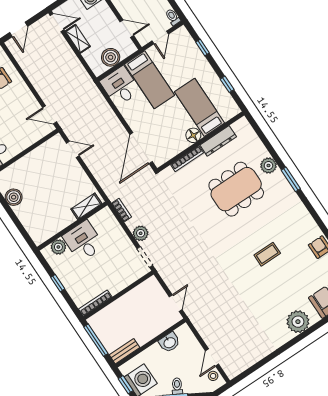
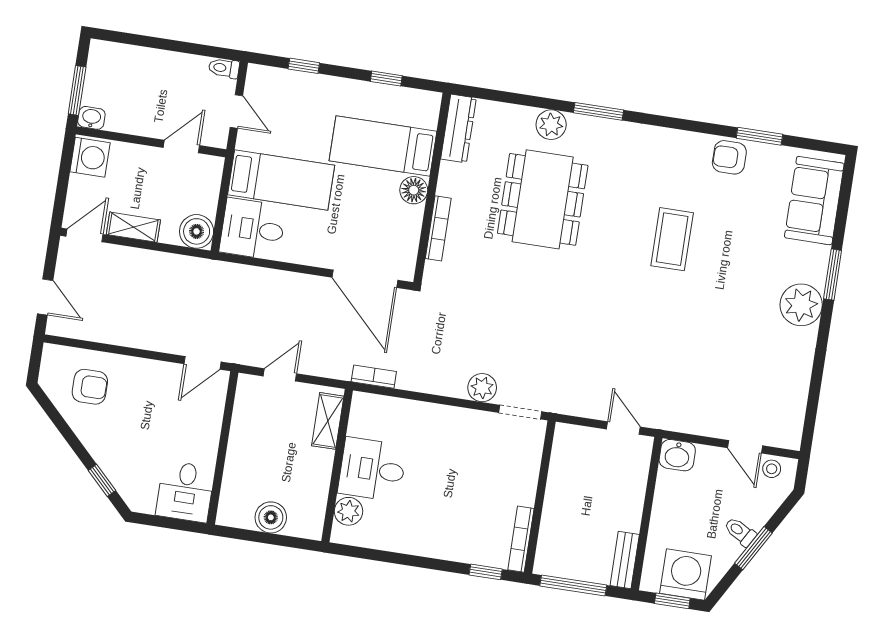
boiler: (111, 57) -> (197, 231), moved
dresser: (218, 141) -> (458, 129), moved
shelving: (86, 206) -> (328, 421), moved
bookcase: (122, 210) -> (374, 377), moved
wall: (72, 226) -> (337, 466), moved
desk: (83, 241) -> (372, 469), moved
plant: (58, 247) -> (348, 511), moved
coffee table: (267, 254) -> (672, 239), width x1.36, depth x1.30
window: (58, 283) -> (486, 572), moved
plant: (298, 322) -> (801, 305), moved
window: (311, 330) -> (833, 275), added
washbasin: (169, 342) -> (677, 455), moved, turned 90

